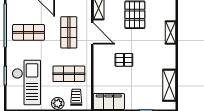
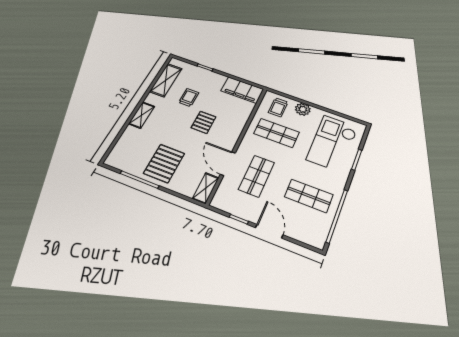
shelving: (170, 32) -> (142, 115), moved
pallet: (124, 60) -> (204, 122), turned 90
trolley: (145, 77) -> (189, 98), added

